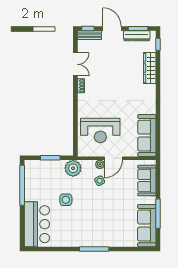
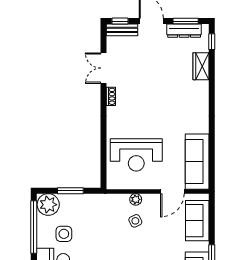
double door: (75, 64) -> (104, 68), swing flipped
wardrobe: (150, 68) -> (201, 66), width x0.67
door: (113, 158) -> (172, 191), moved
plant: (73, 168) -> (48, 205), moved
side table: (66, 200) -> (64, 234), moved

